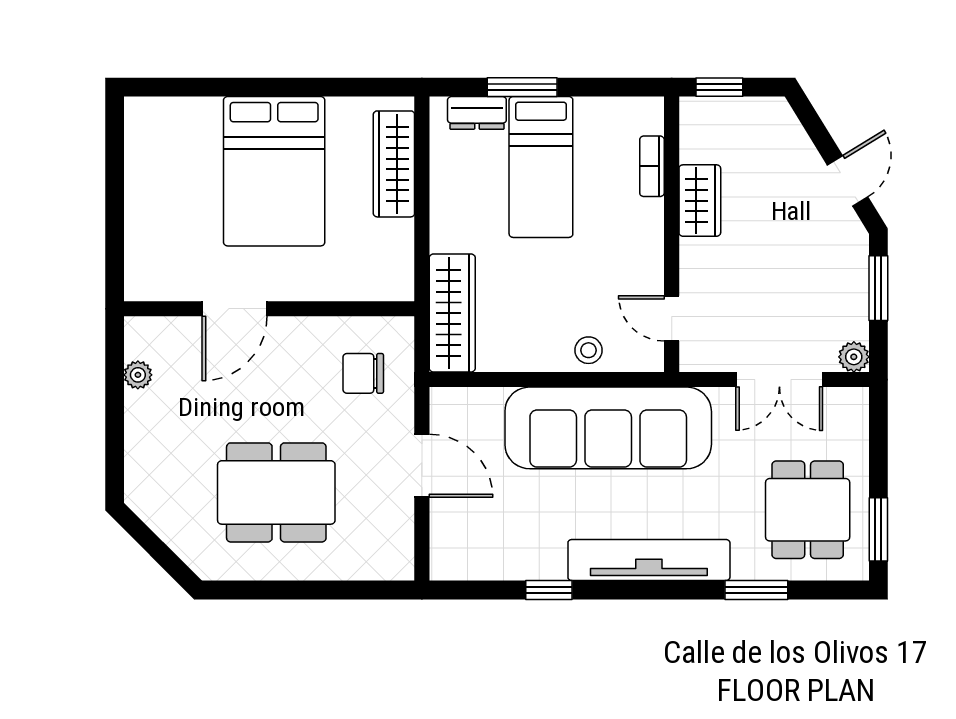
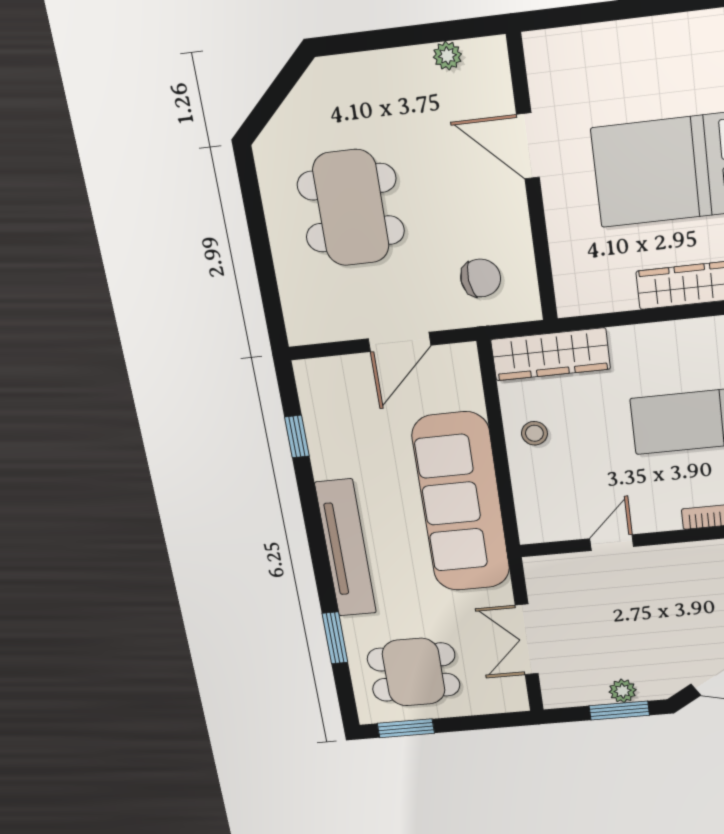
wardrobe: (700, 201) -> (683, 560), removed
door: (672, 318) -> (612, 543), moved
stool: (588, 350) -> (534, 433), moved
plant: (854, 357) -> (623, 691), moved
chair: (363, 373) -> (481, 278), turned 85
window: (549, 590) -> (297, 437), moved

